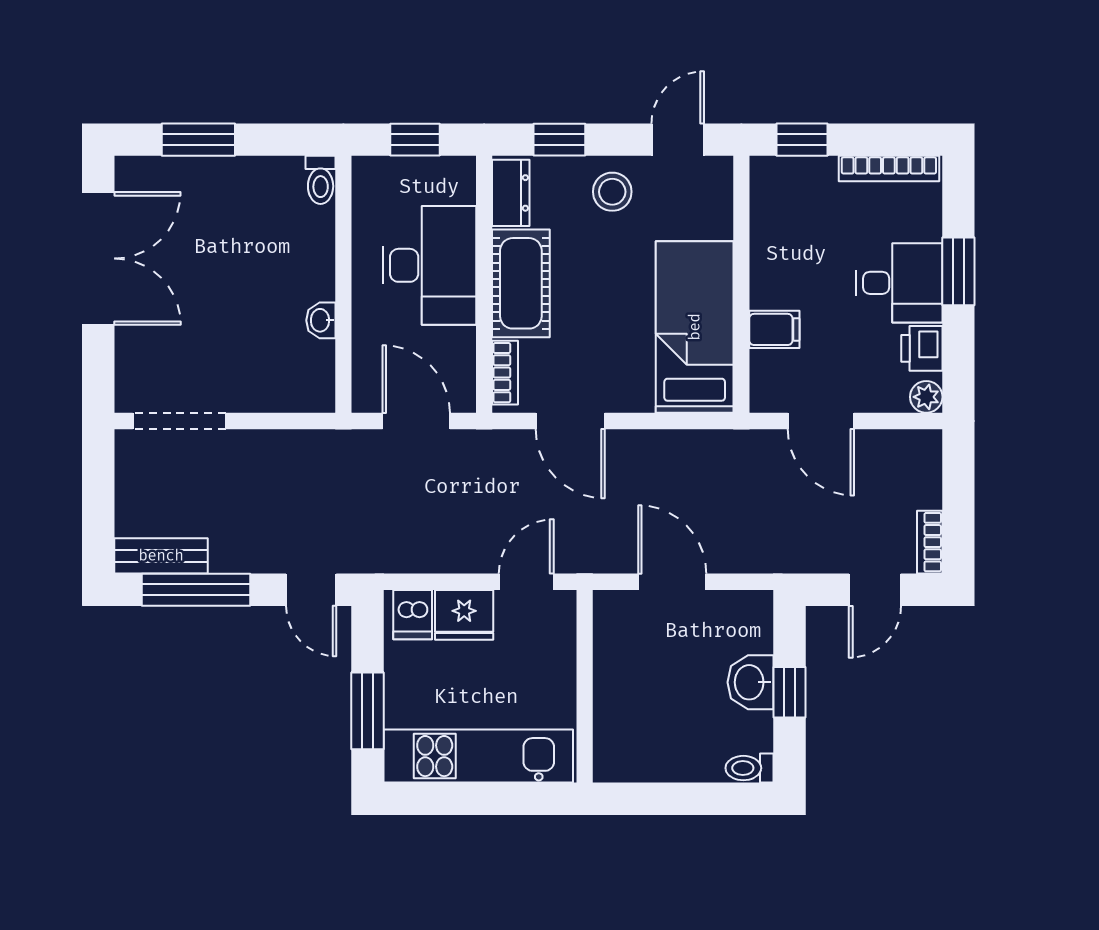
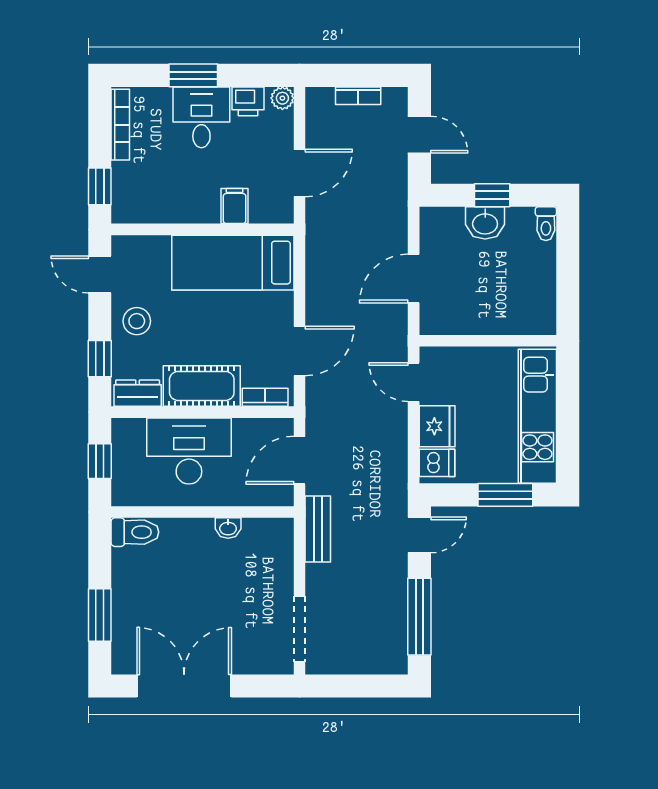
toilet: (321, 180) -> (135, 532), width x1.37, depth x1.39
bookcase: (930, 542) -> (358, 96), moved
bench: (161, 556) -> (318, 529), moved

